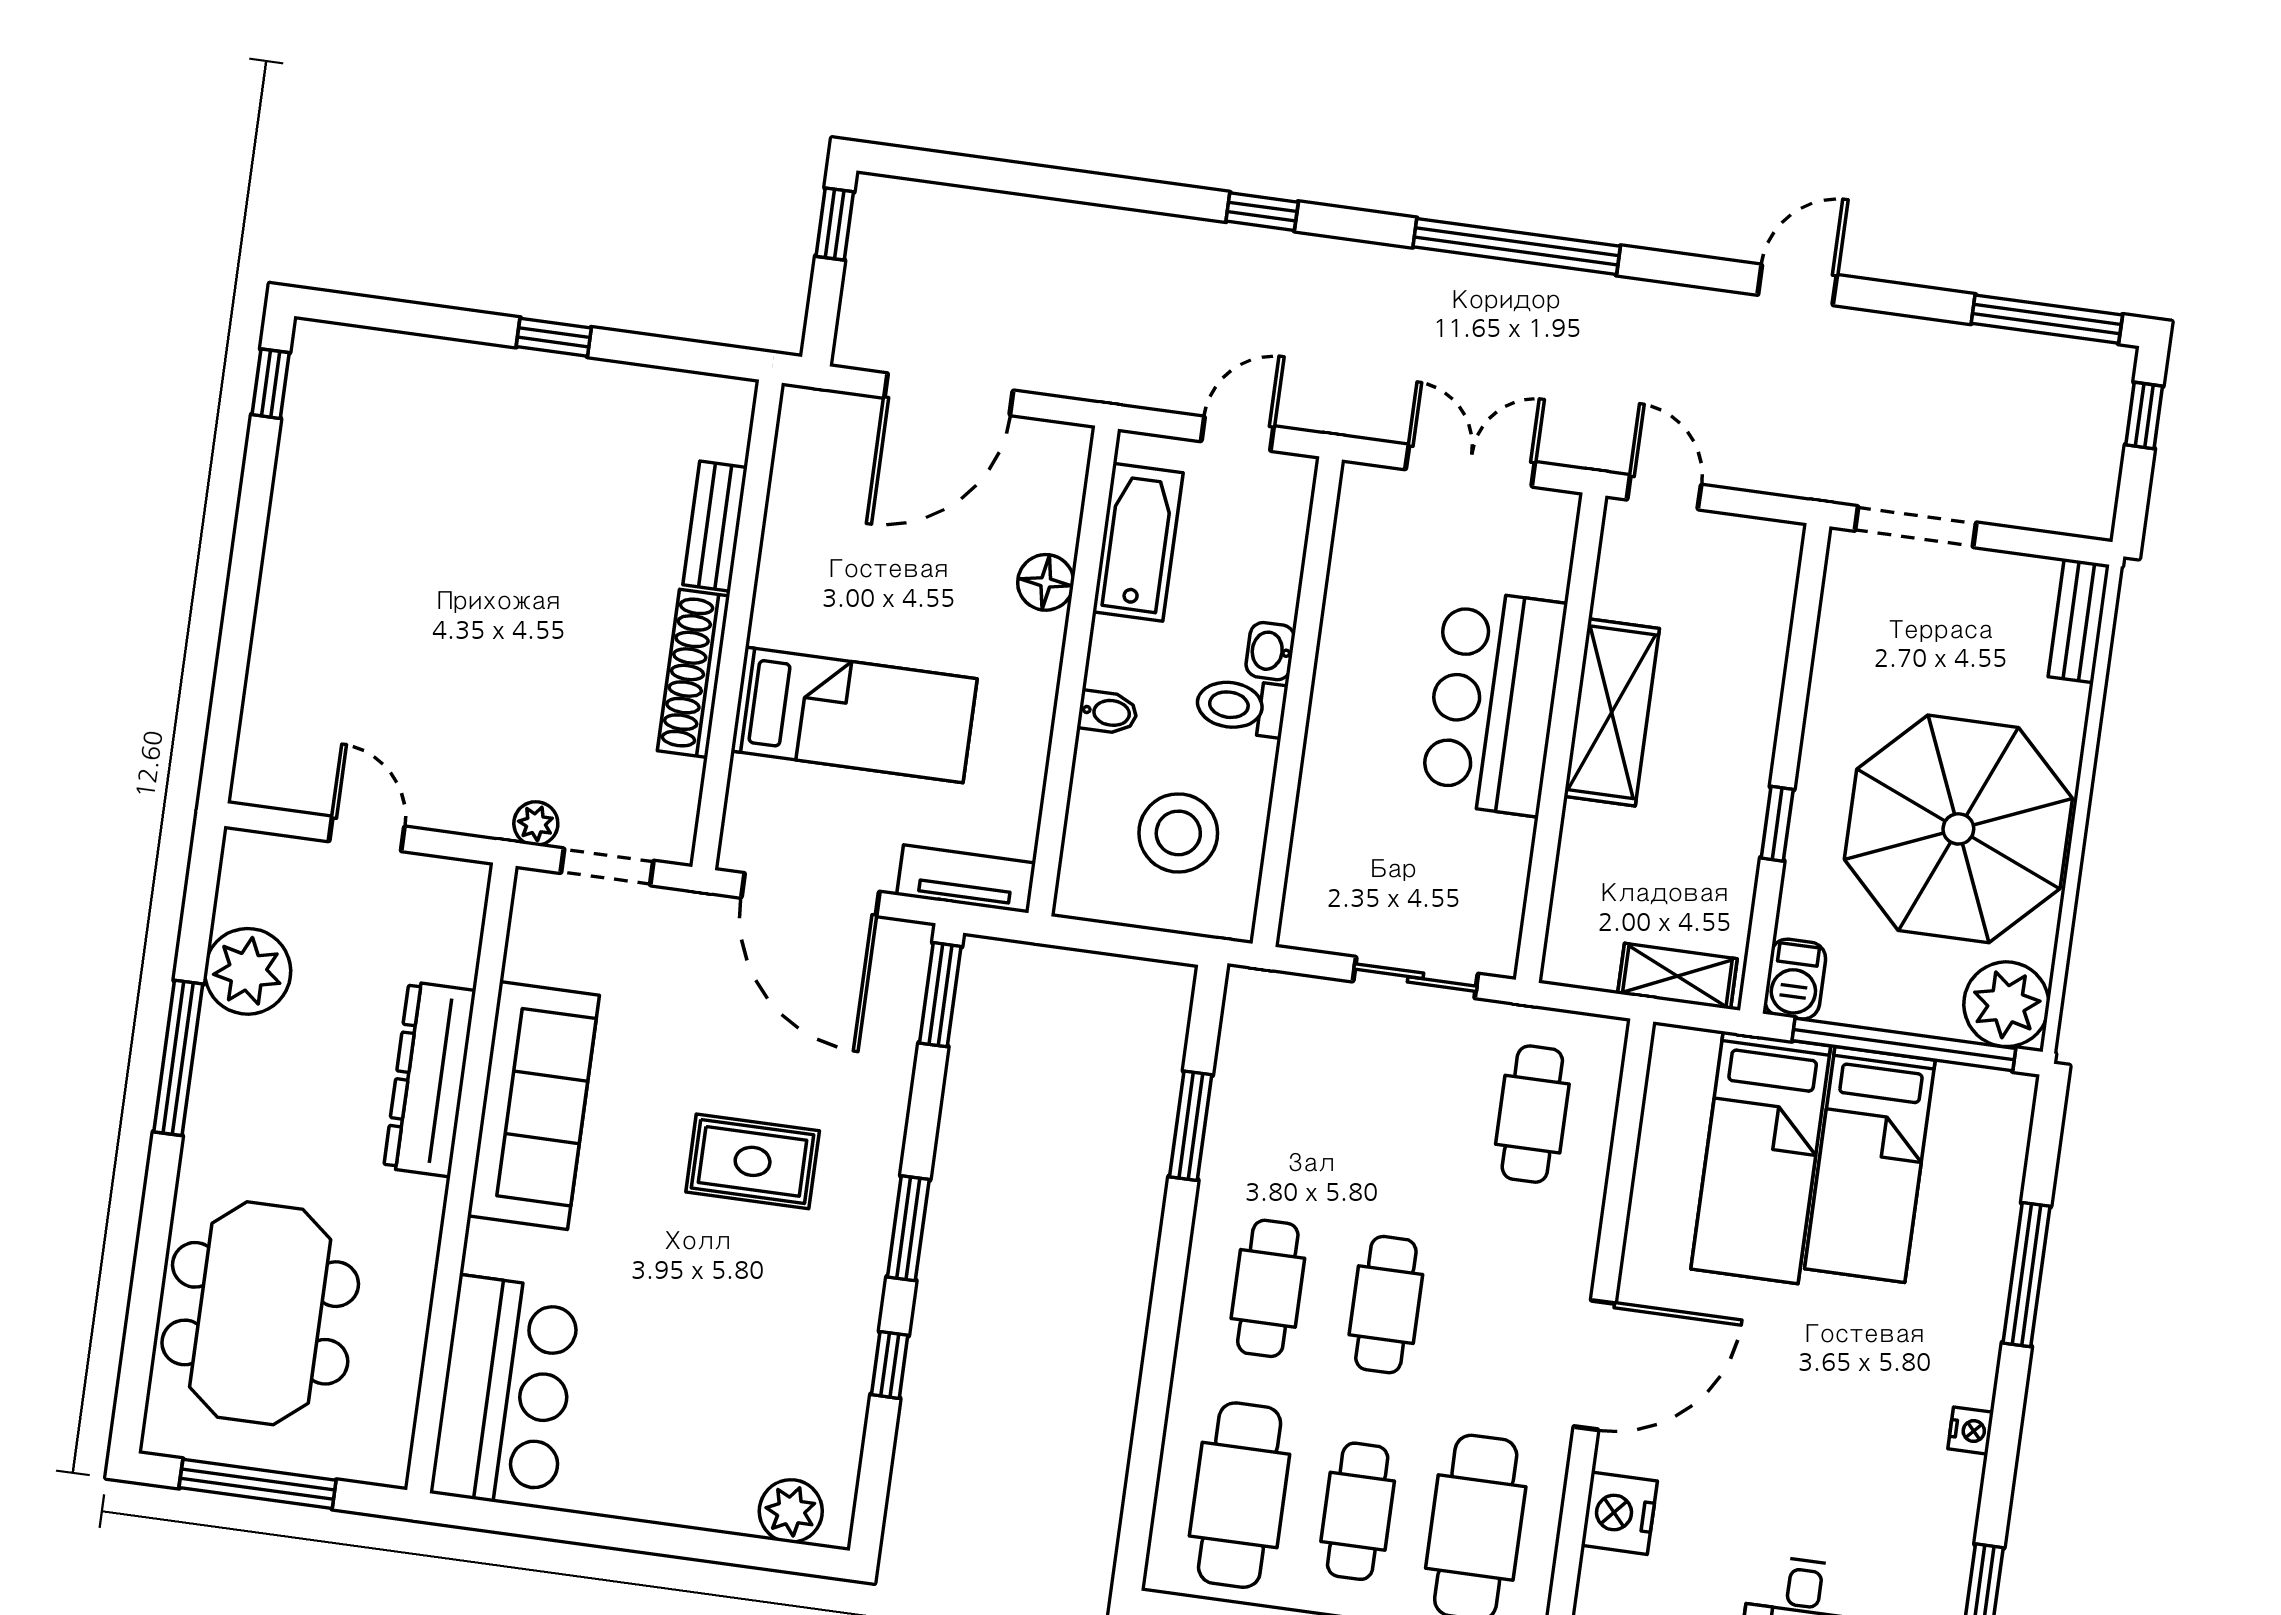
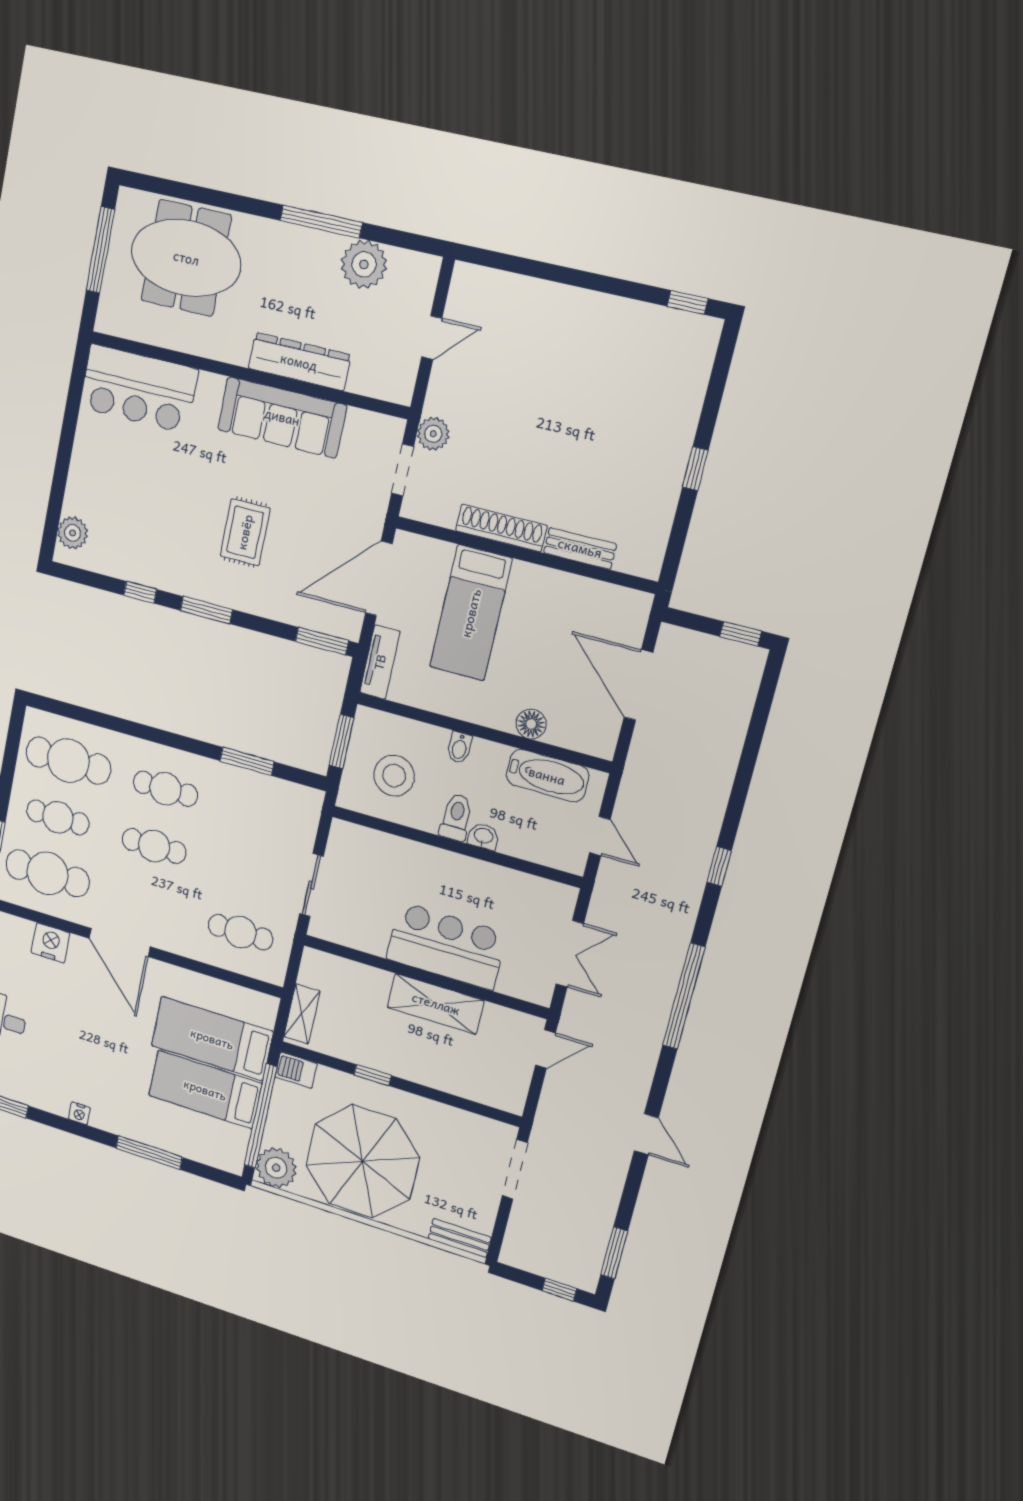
window: (2047, 319) -> (614, 1253), width x0.69
plant: (536, 824) -> (433, 434), width x1.38, depth x1.38
window: (1127, 941) -> (341, 742), added

